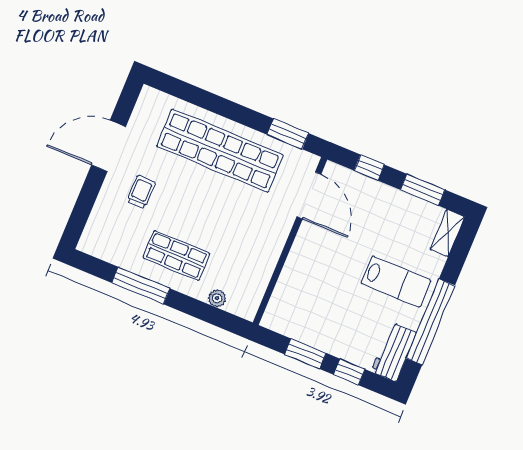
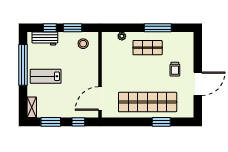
window: (288, 134) -> (161, 122), moved
door: (309, 195) -> (100, 98), hinge flipped
stool: (297, 315) -> (83, 44), added
workbench: (394, 352) -> (45, 39), moved, turned 90

